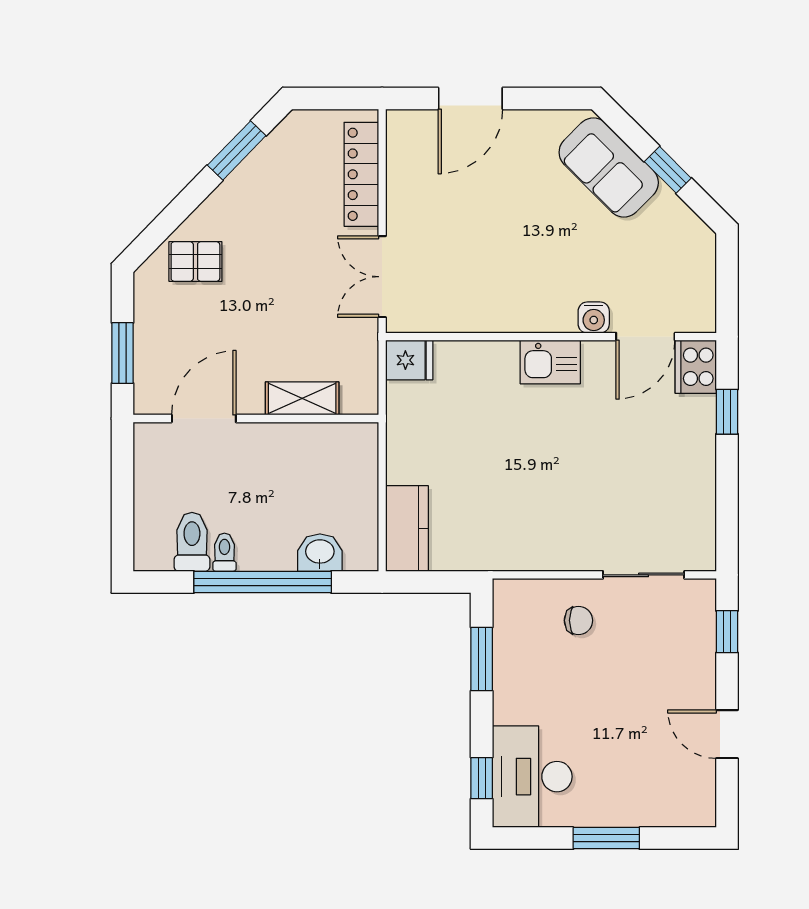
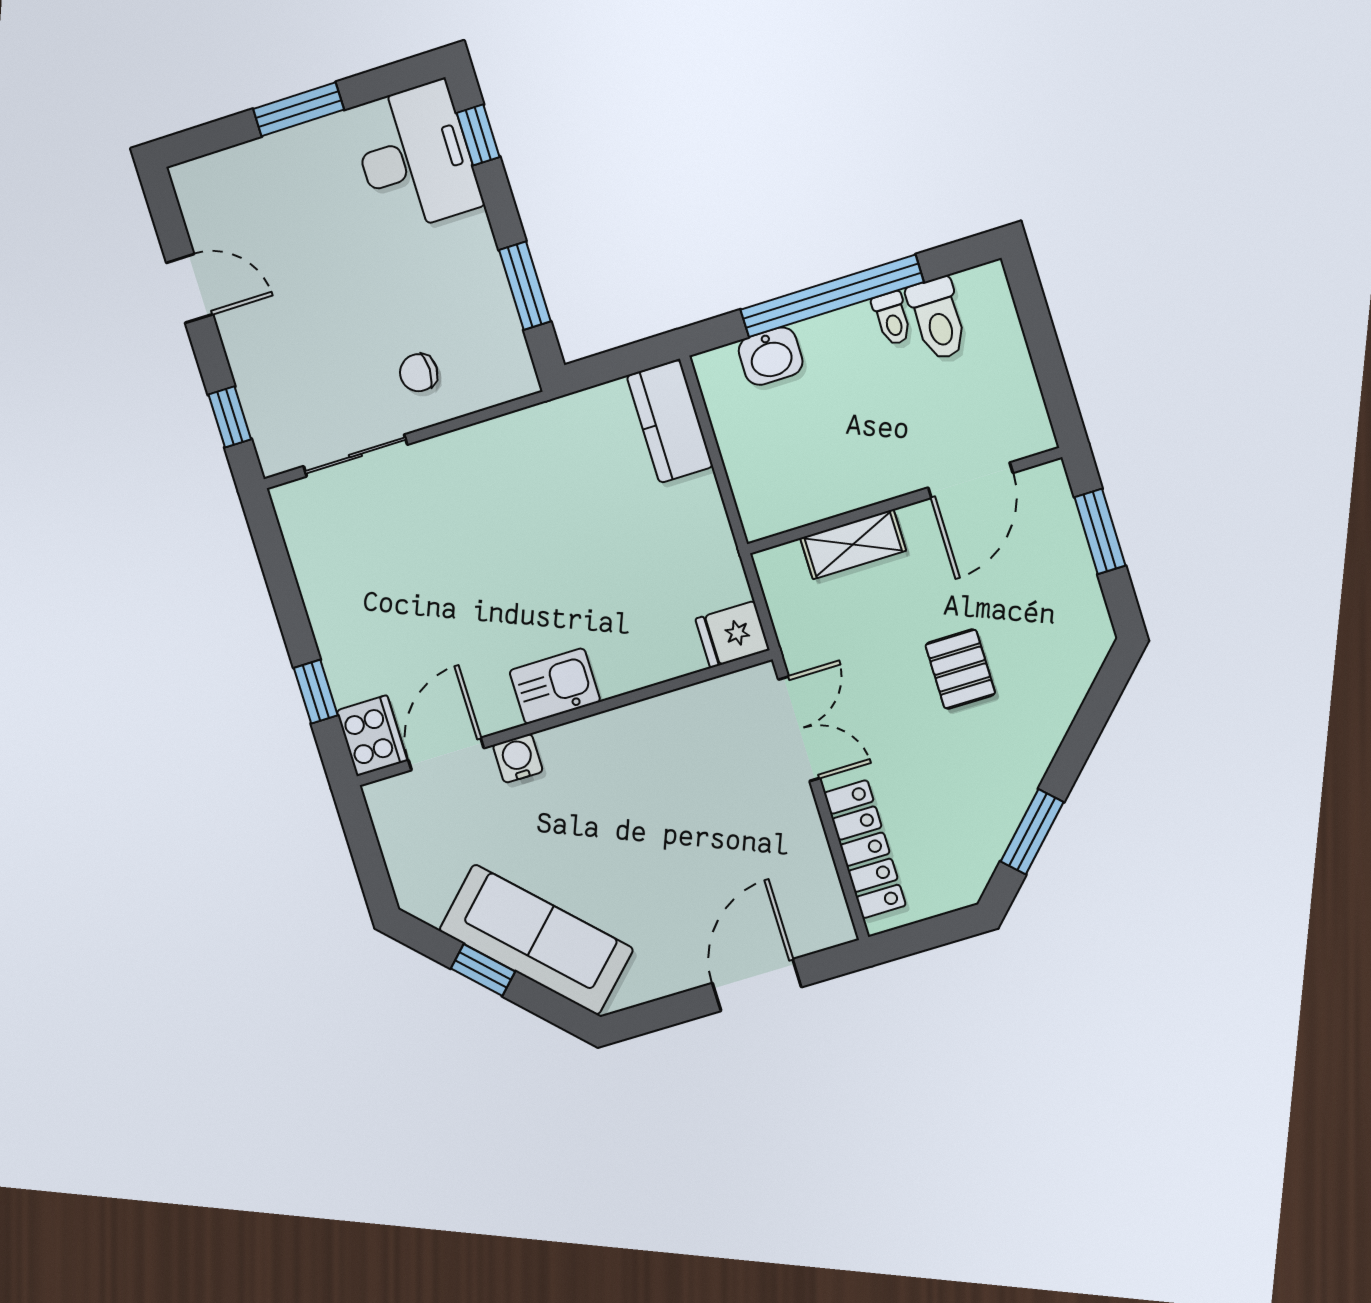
sofa: (609, 167) -> (536, 940), width x1.36
pallet: (195, 261) -> (960, 669), moved, turned 90

